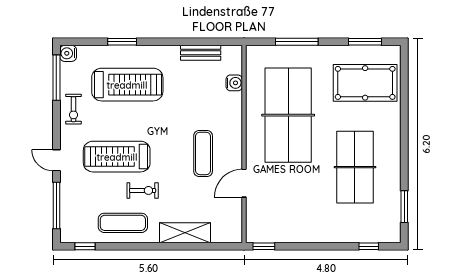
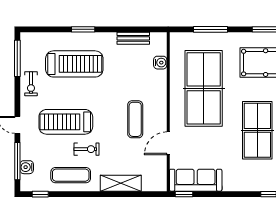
window: (122, 42) -> (83, 29), moved
water cooler: (68, 53) -> (27, 167), moved
sofa: (278, 229) -> (196, 180), added

